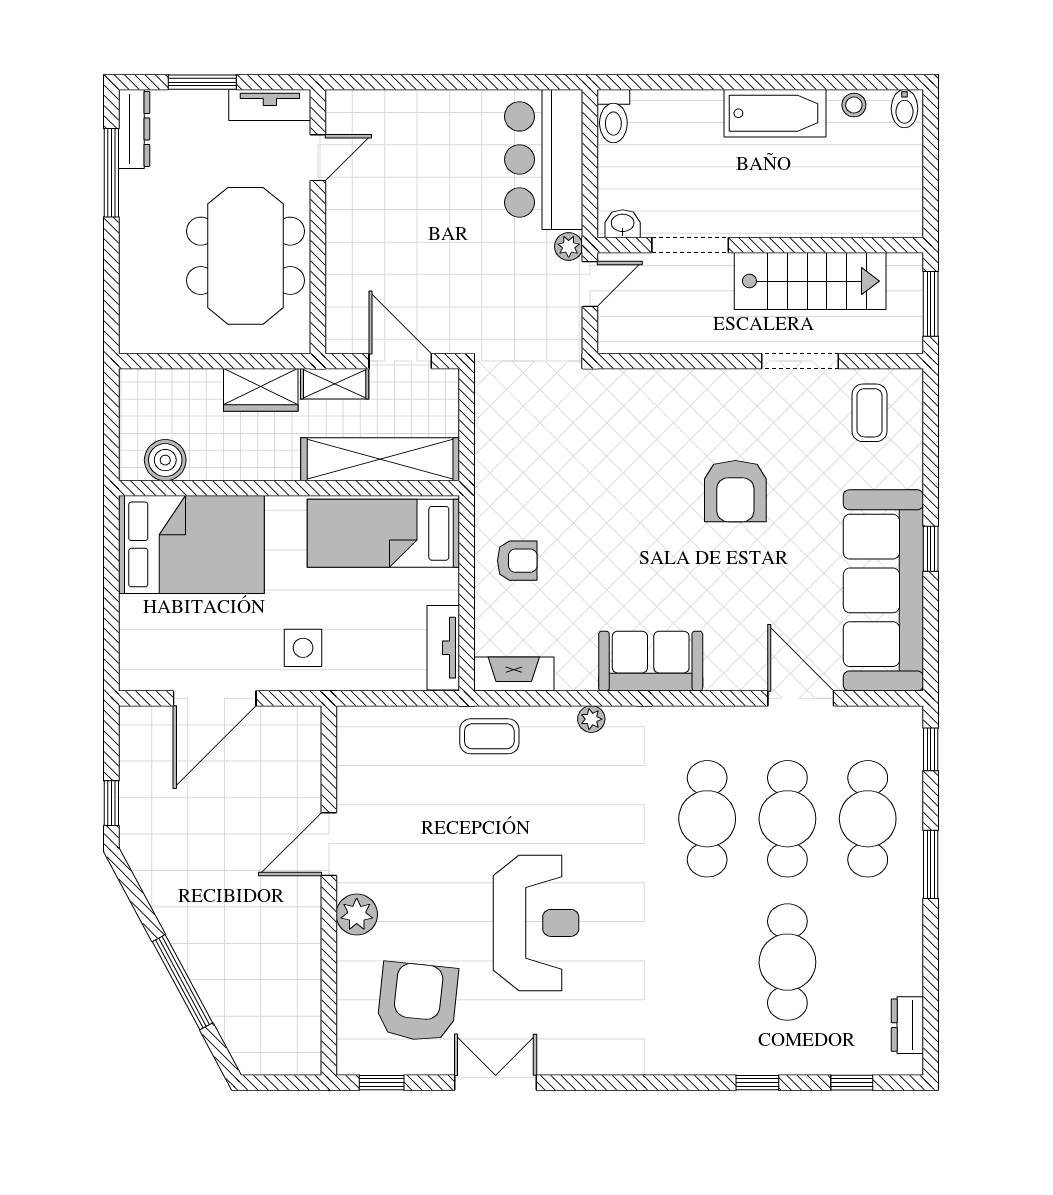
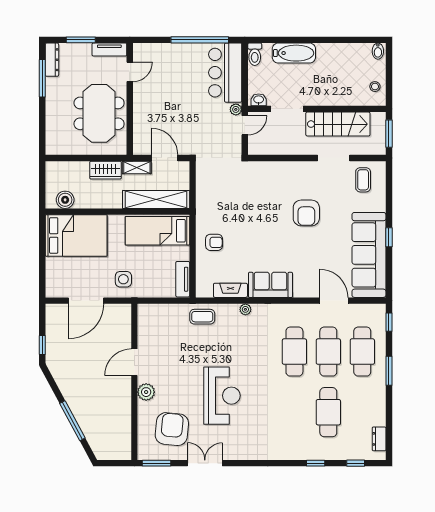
window: (484, 82) -> (200, 40), added
stool: (854, 105) -> (375, 87), moved
bathtub: (775, 113) -> (294, 53), moved
fireplace: (514, 674) -> (230, 290), moved
window: (382, 1083) -> (157, 463), width x1.50

